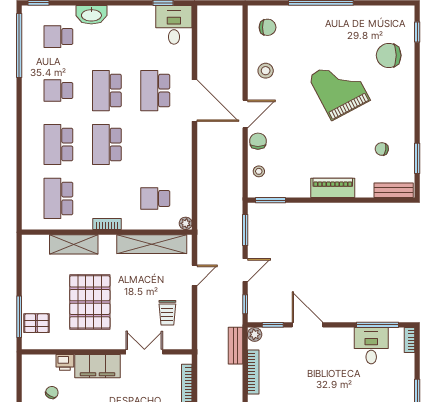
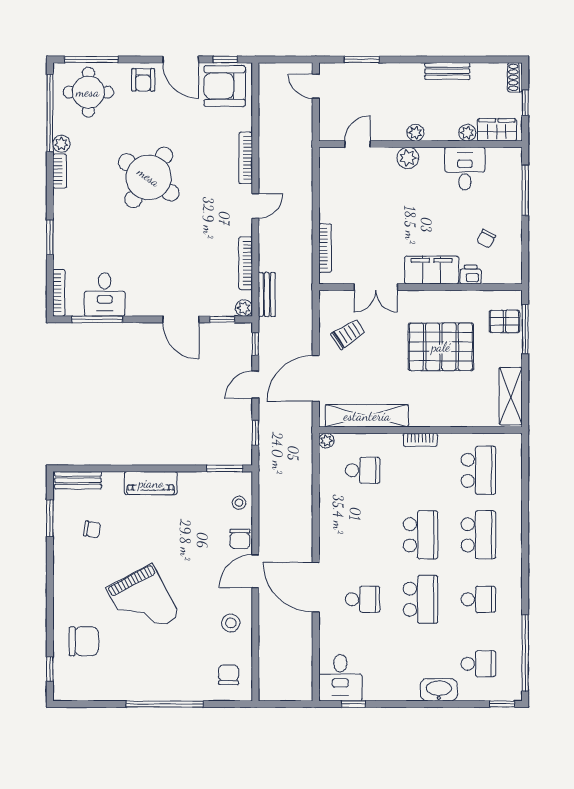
chair: (268, 27) -> (229, 675), turned 90
school desk: (155, 91) -> (363, 599), width x0.54
window: (245, 230) -> (255, 433), width x0.67
shelving: (74, 244) -> (511, 396), moved, turned 90
door: (195, 275) -> (316, 379), width x1.88
pallet: (90, 302) -> (441, 347), turned 90
trolley: (167, 313) -> (348, 334), turned 57
bookcase: (410, 340) -> (59, 293), width x1.56

